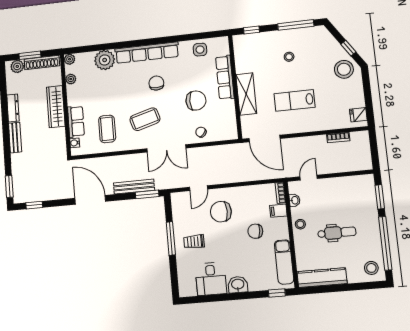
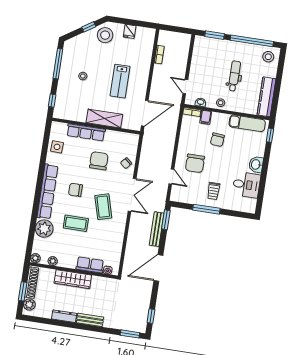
fridge: (358, 115) -> (130, 31), moved
coffee table: (107, 129) -> (76, 223), moved

